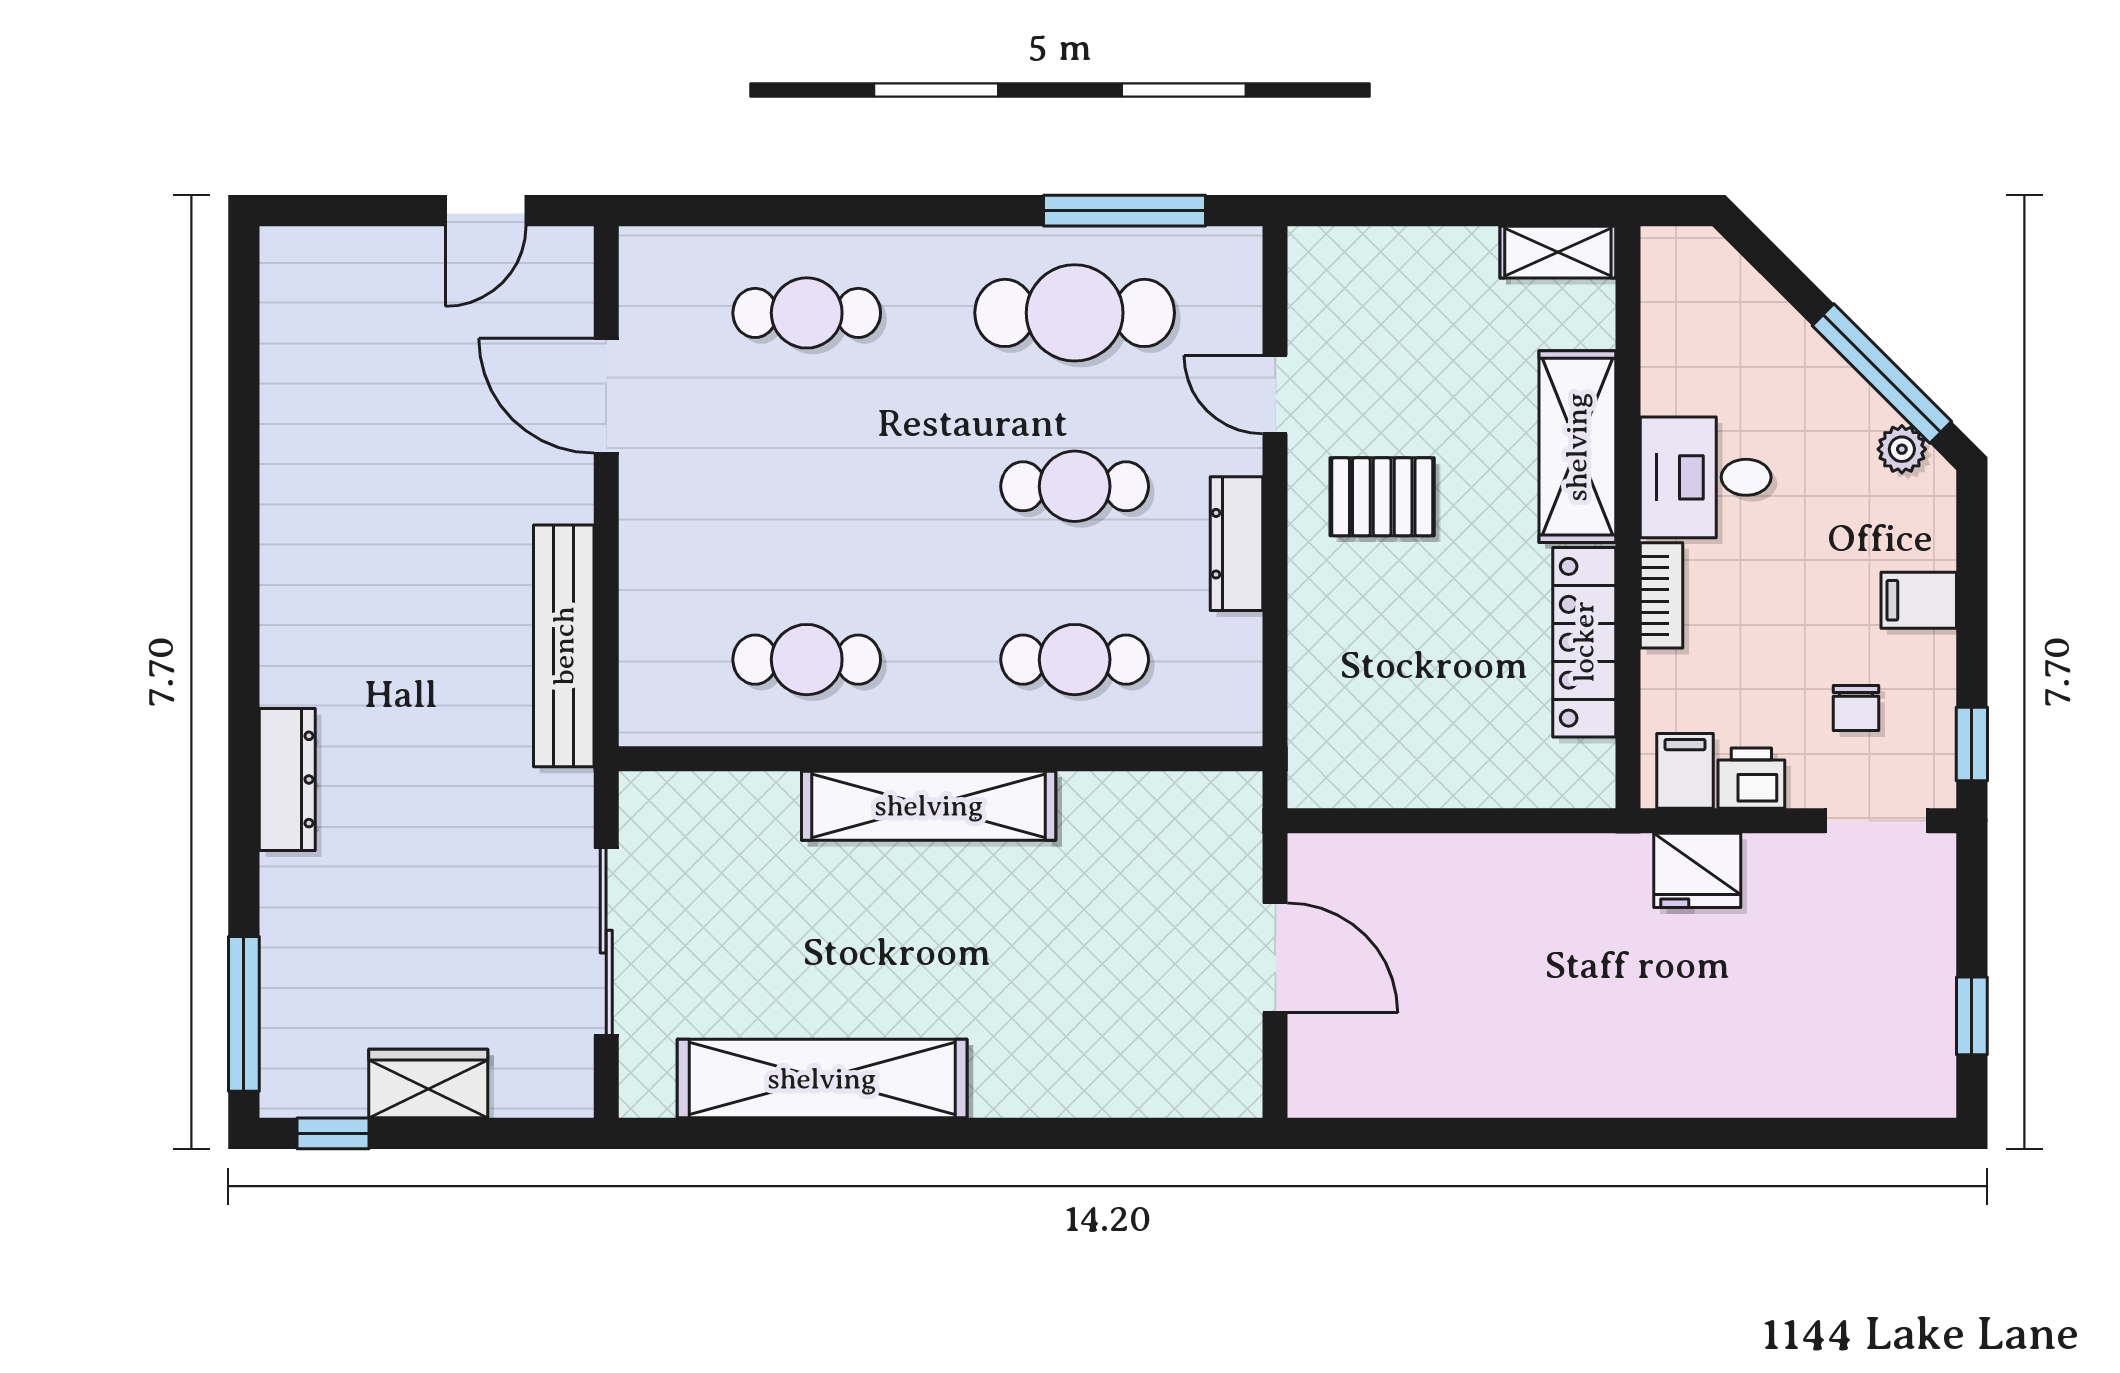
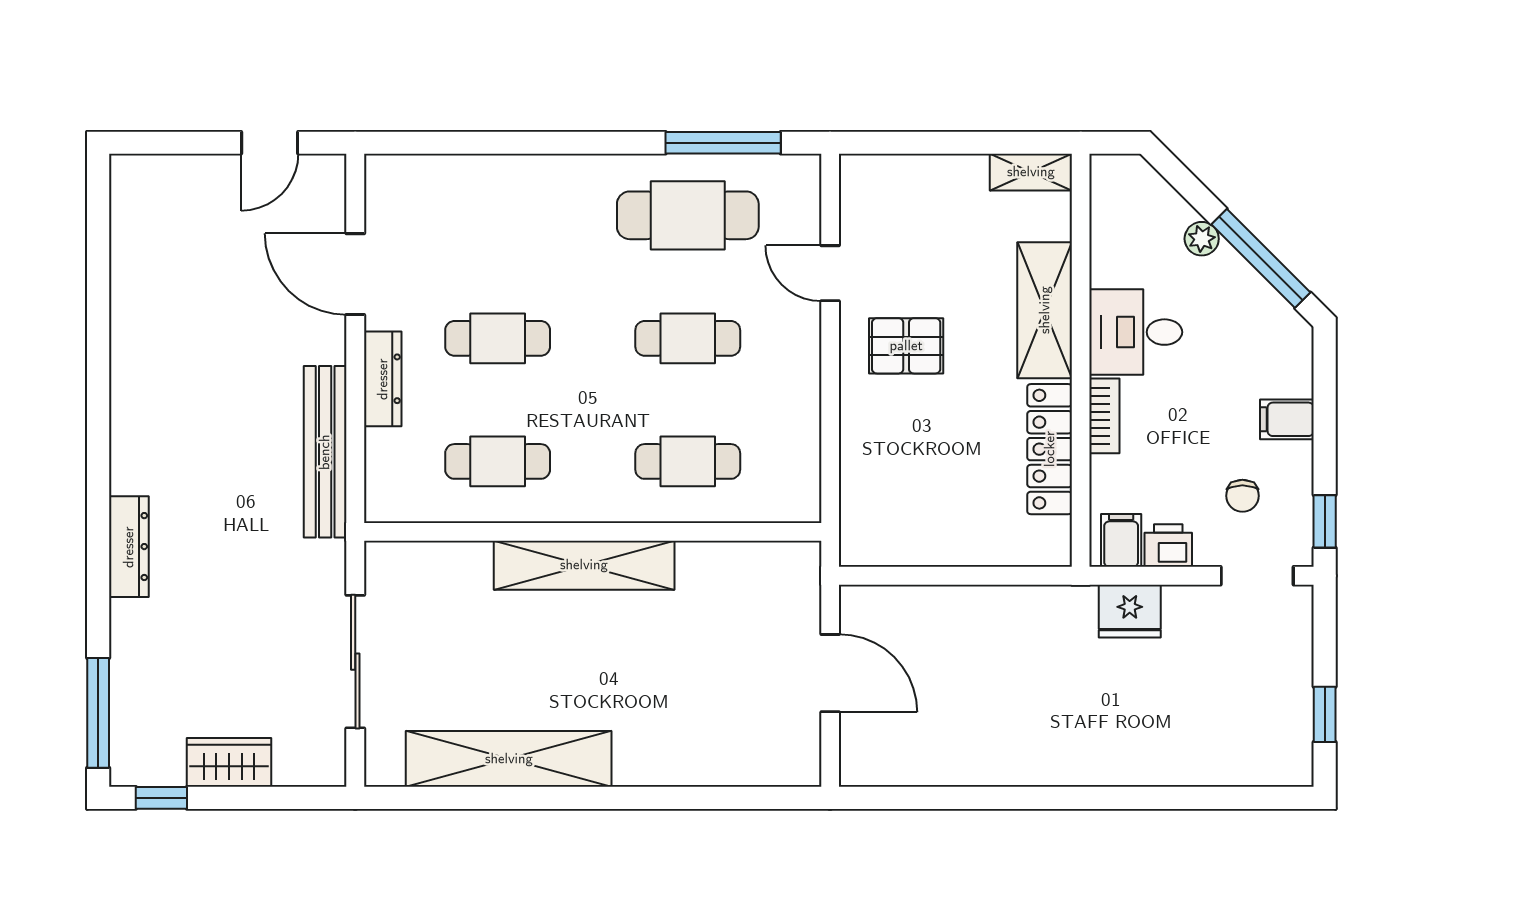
cafe table: (807, 313) -> (498, 338), moved
plant: (1902, 449) -> (1202, 239), moved
dresser: (1237, 544) -> (383, 379), moved, turned 180

